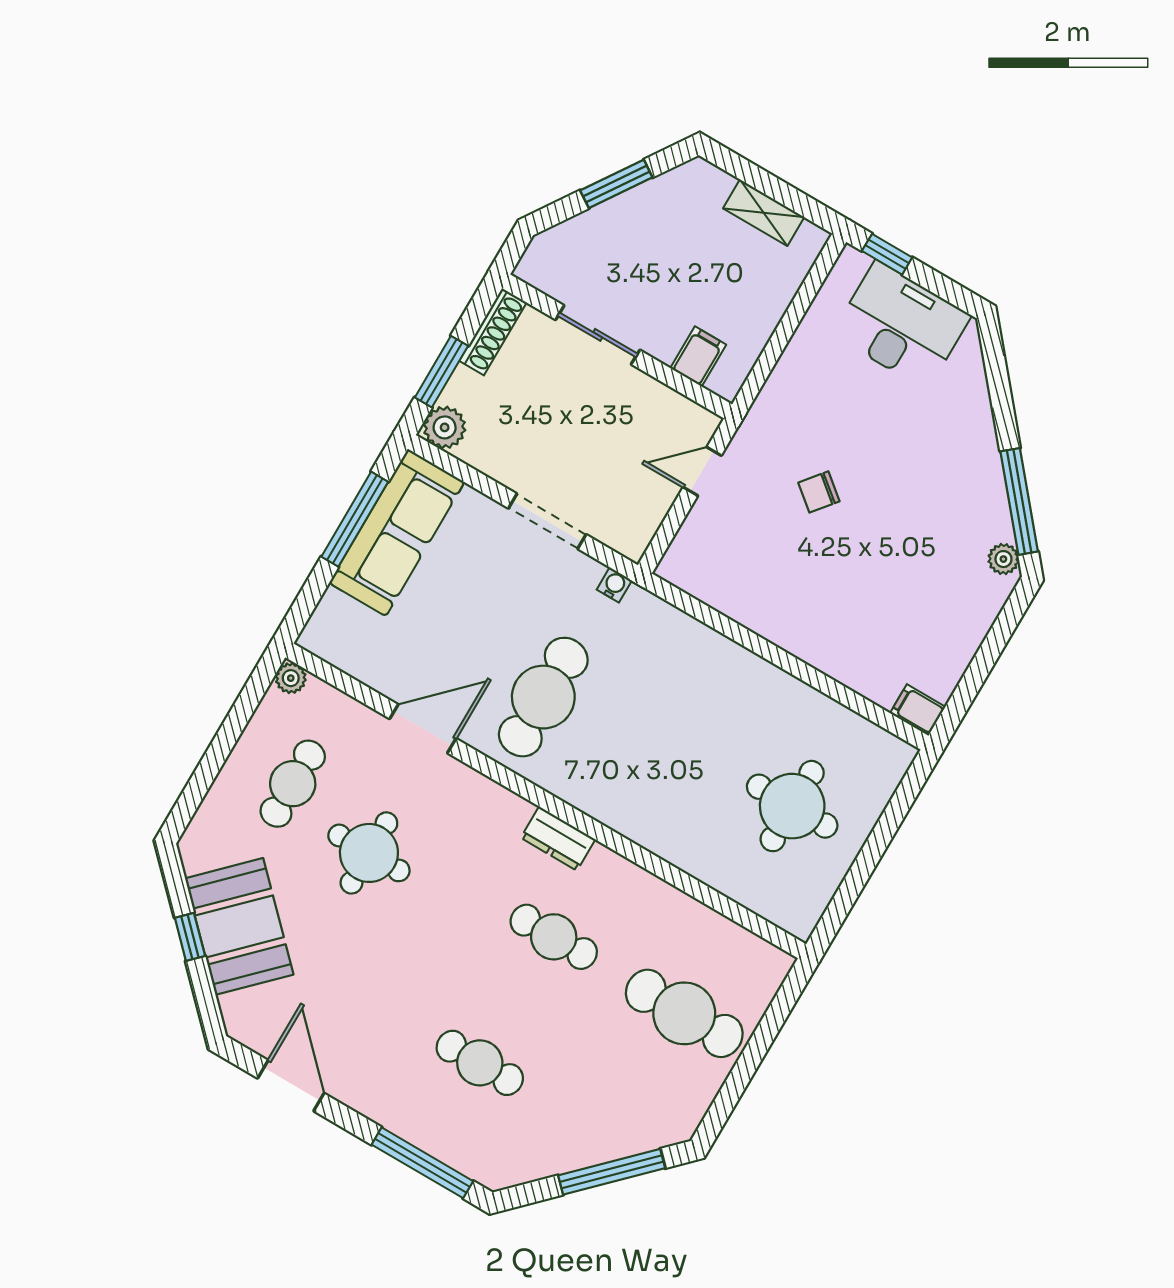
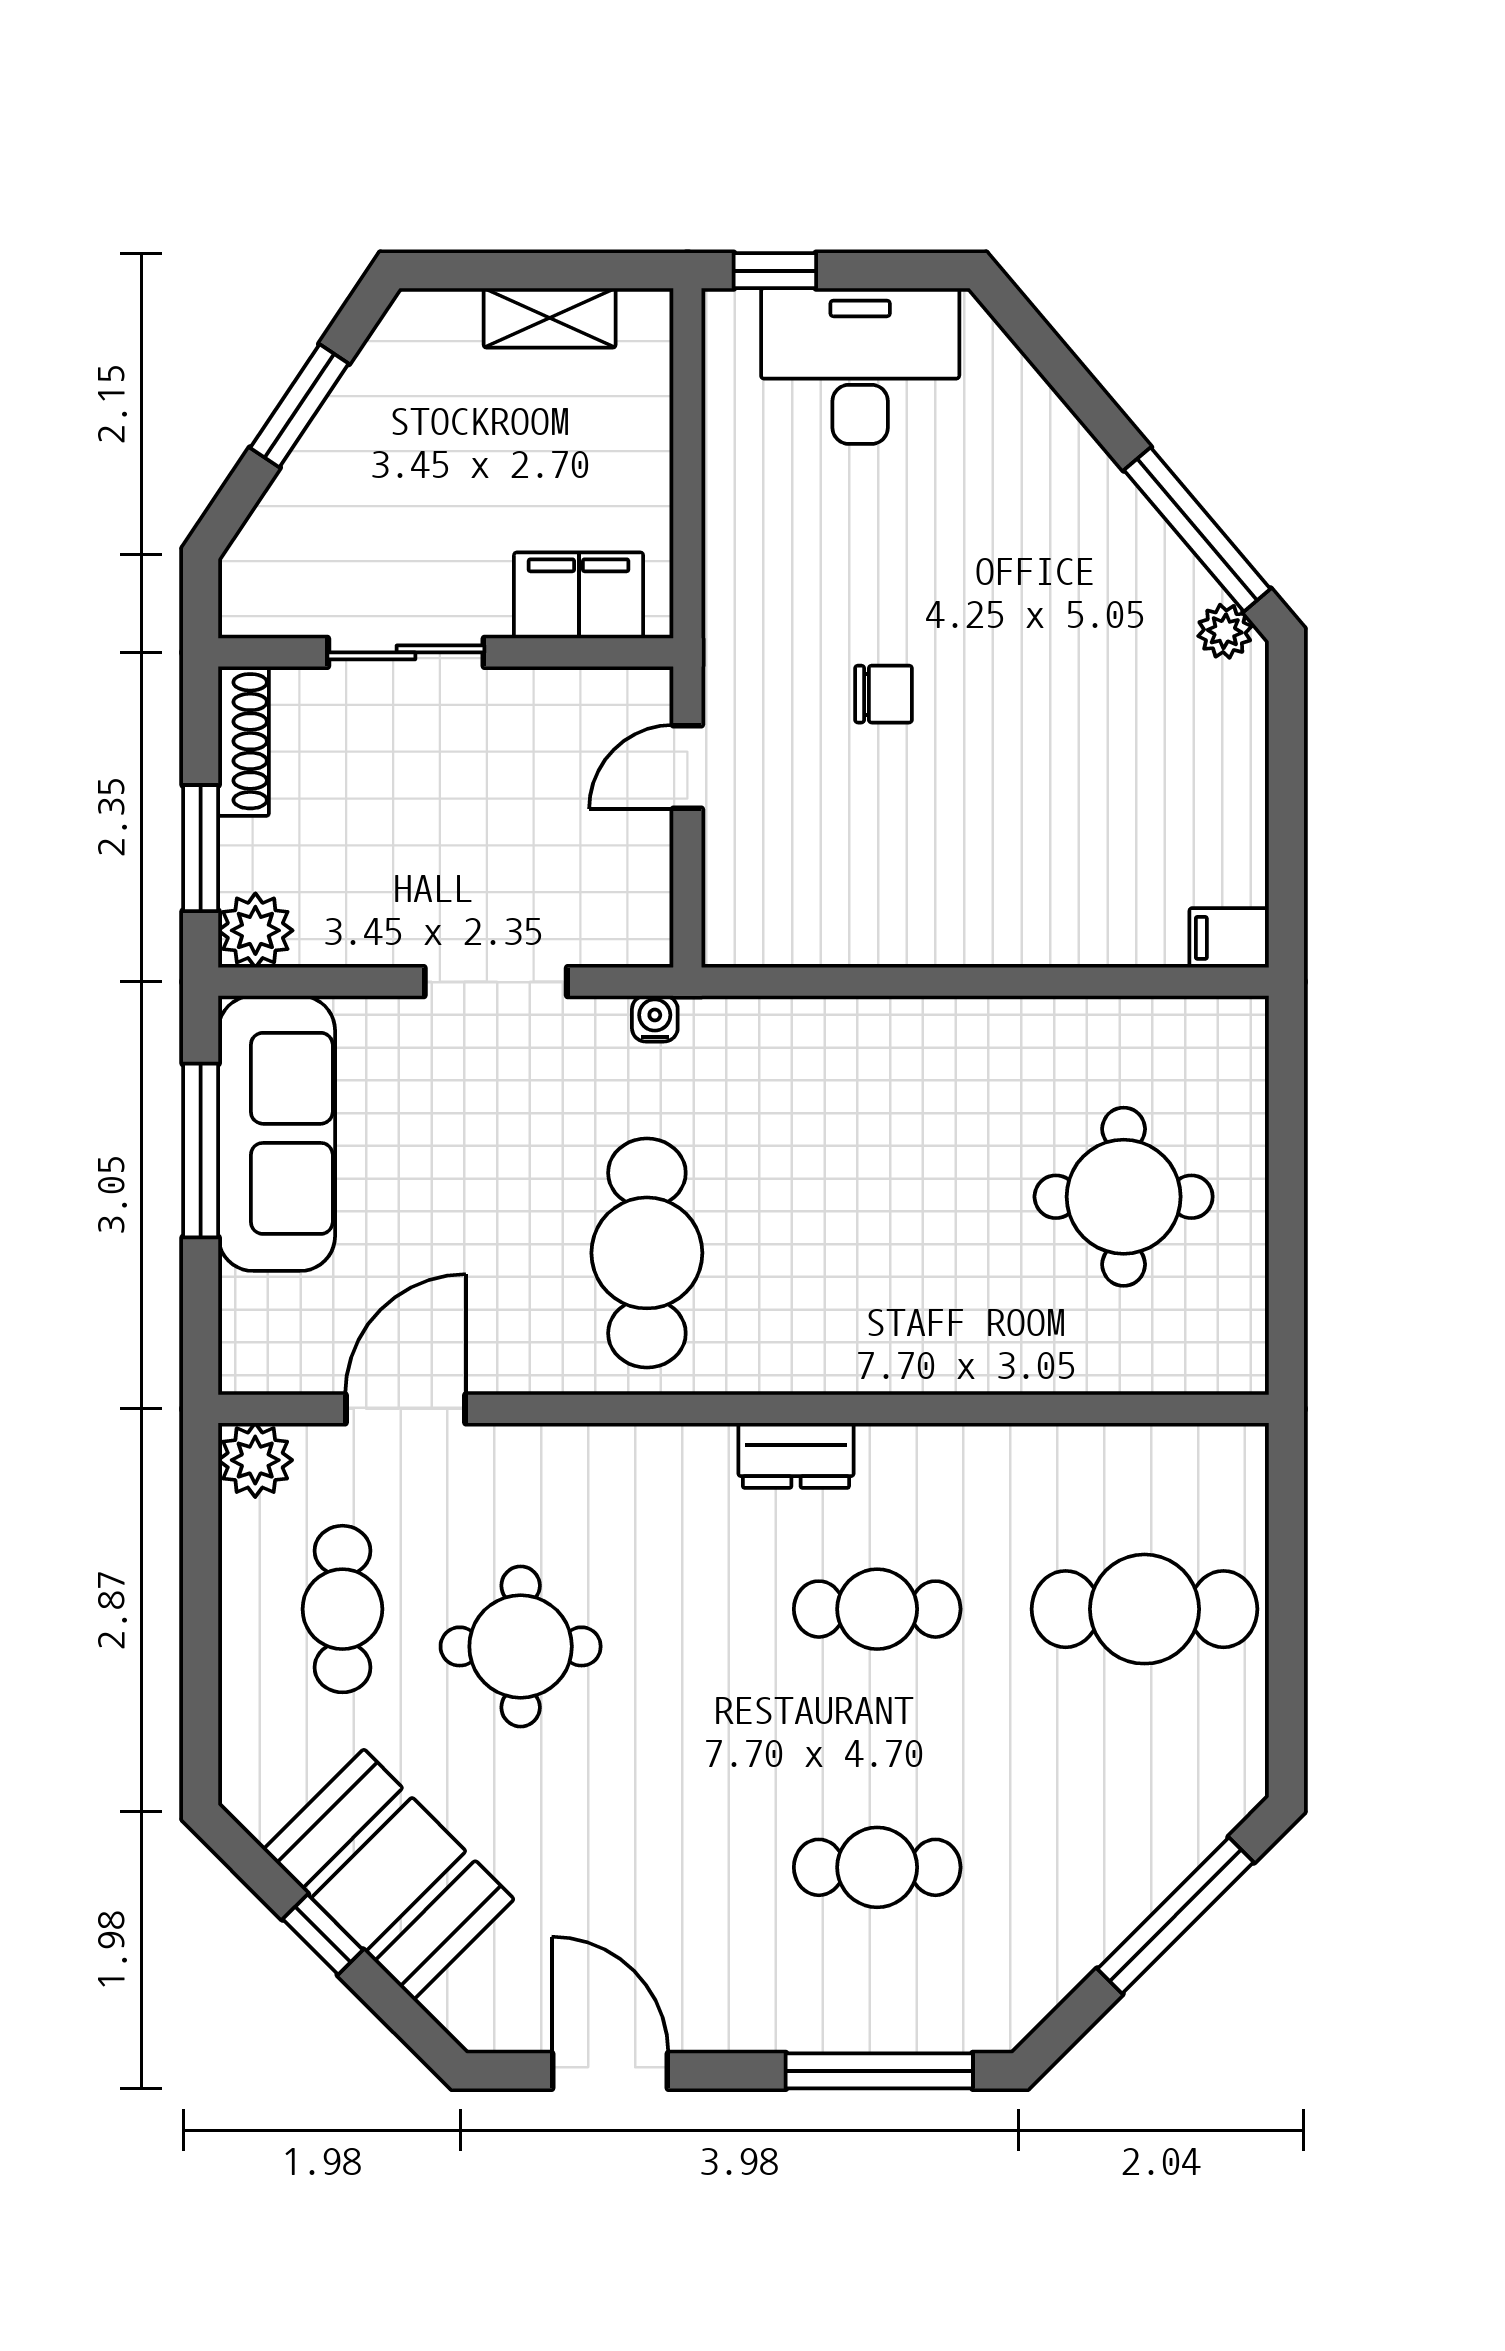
filing cabinet: (698, 356) -> (579, 595), width x2.00
chair: (819, 492) -> (884, 694), turned -129
plant: (291, 678) -> (255, 1460), width x1.38, depth x1.38
door: (423, 729) -> (406, 1409), moved

